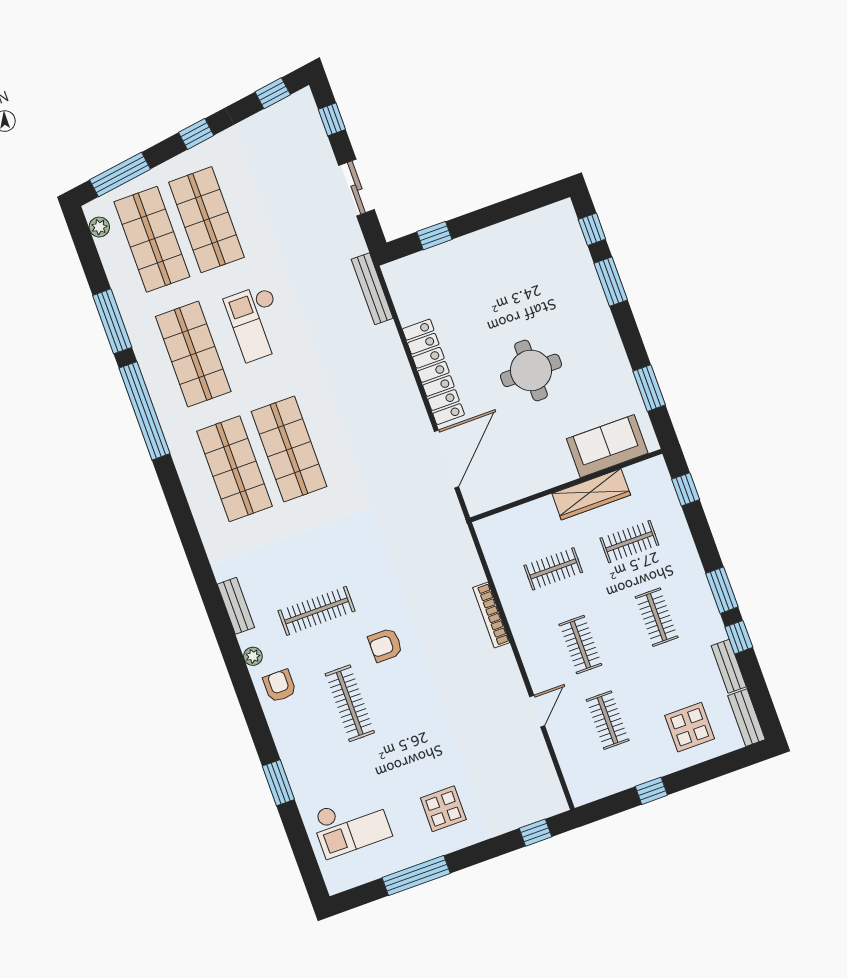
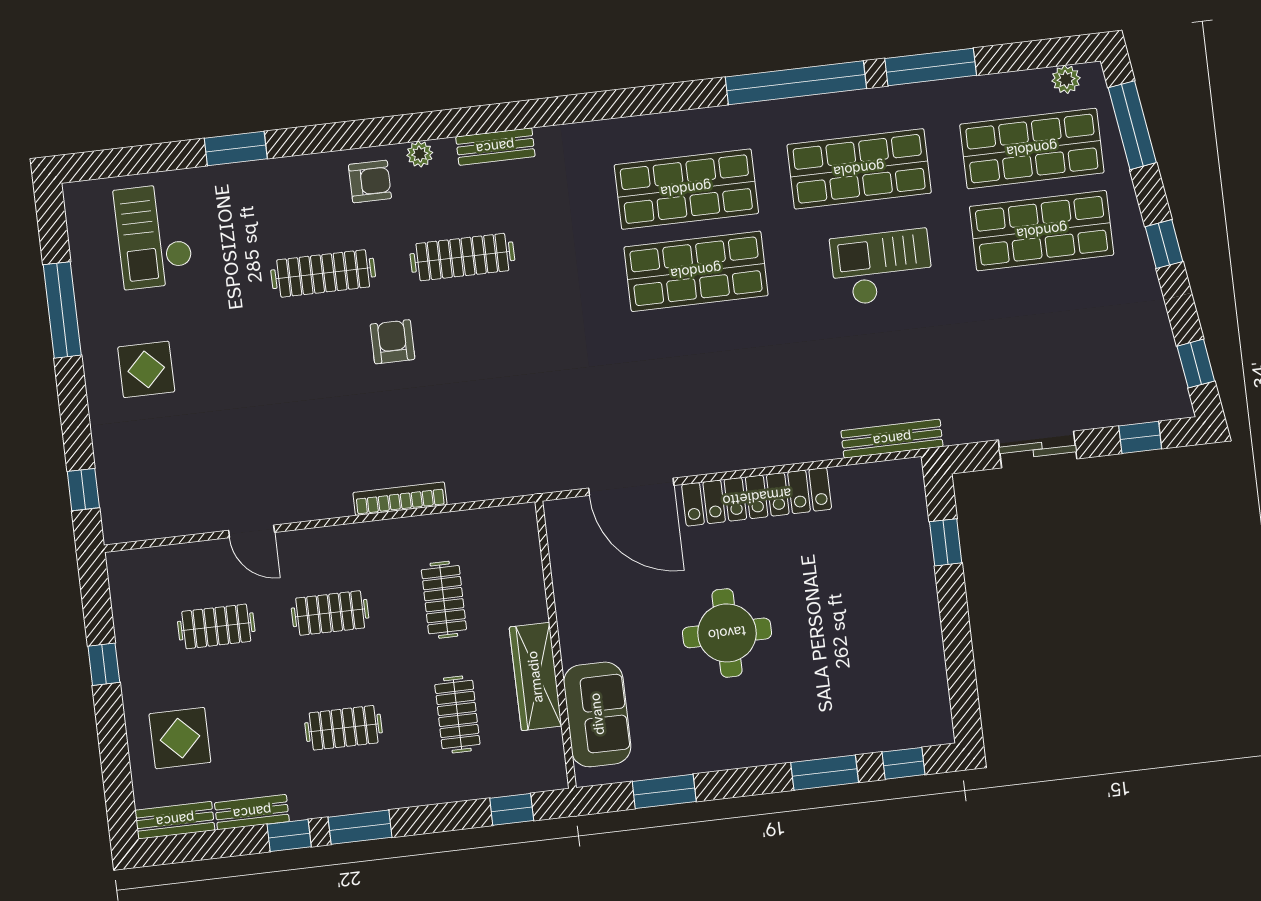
clothes rail: (316, 611) -> (462, 257), turned 90

